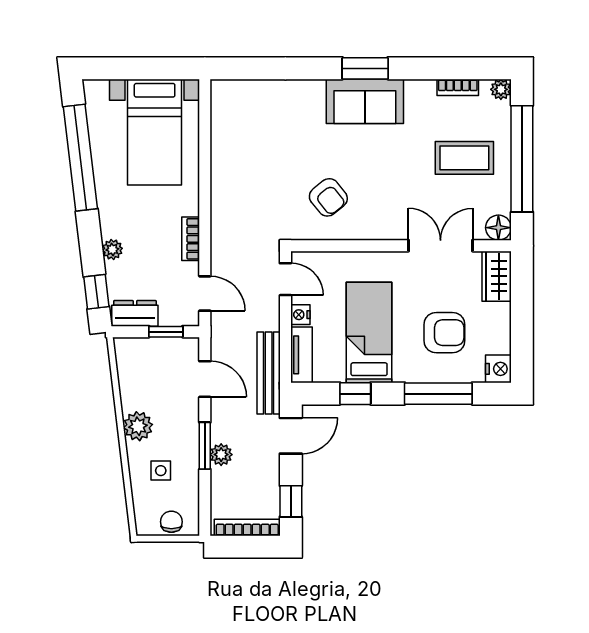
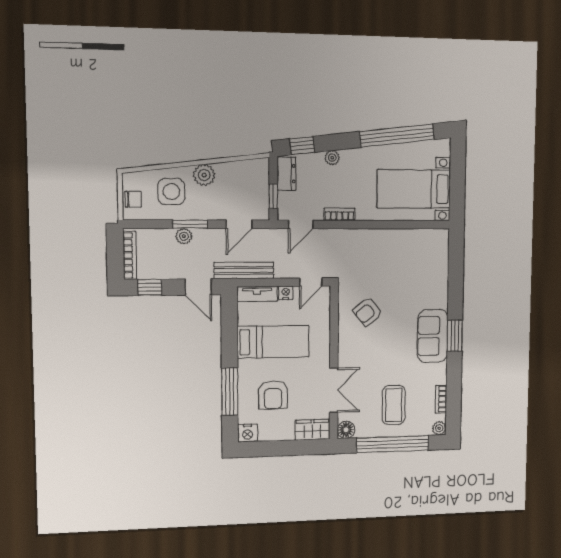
window: (355, 394) -> (229, 333), removed
side table: (161, 471) -> (171, 192), width x1.87, depth x1.87

